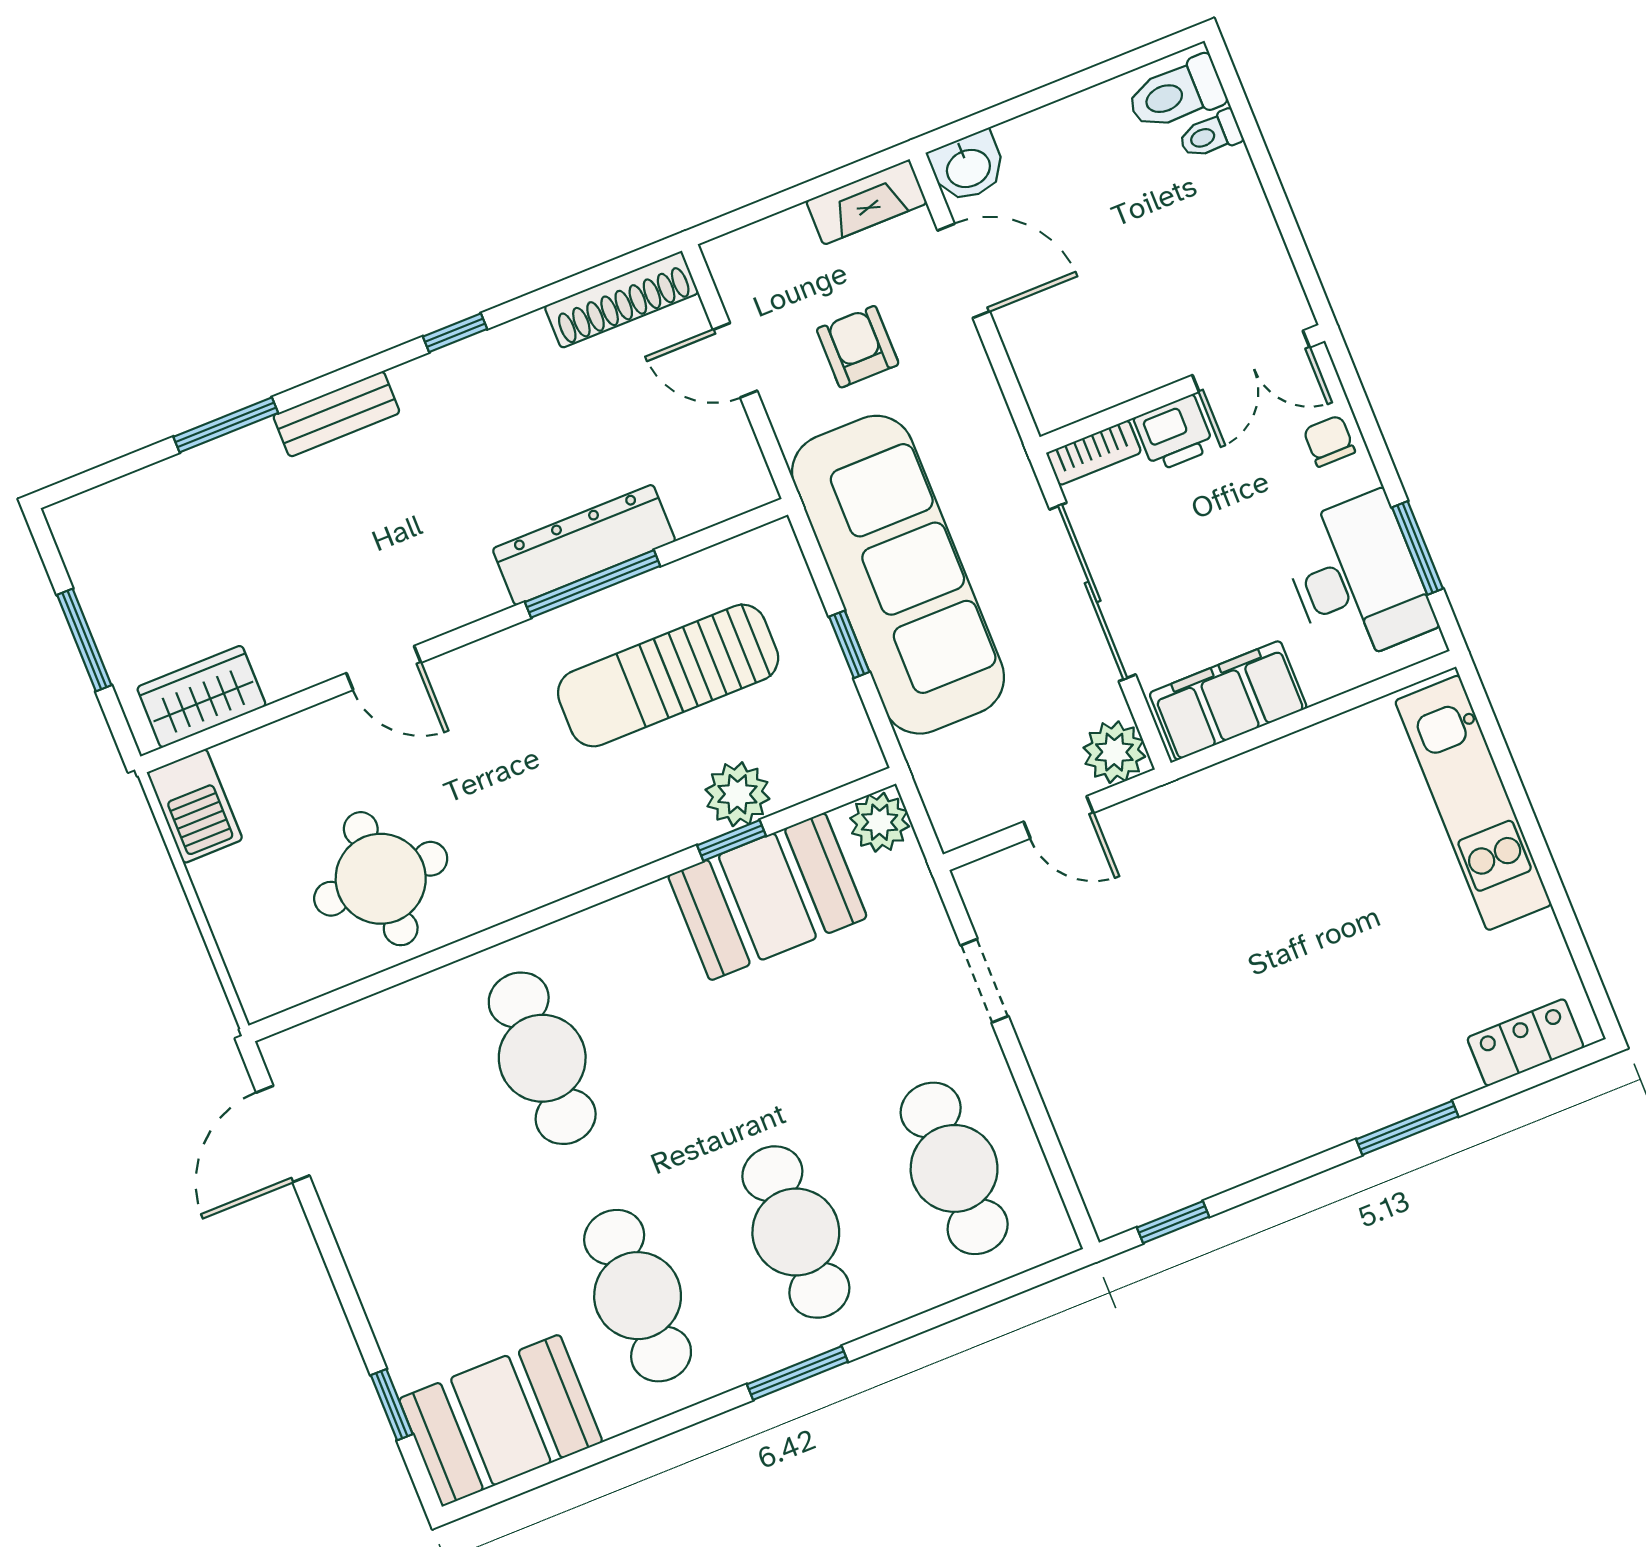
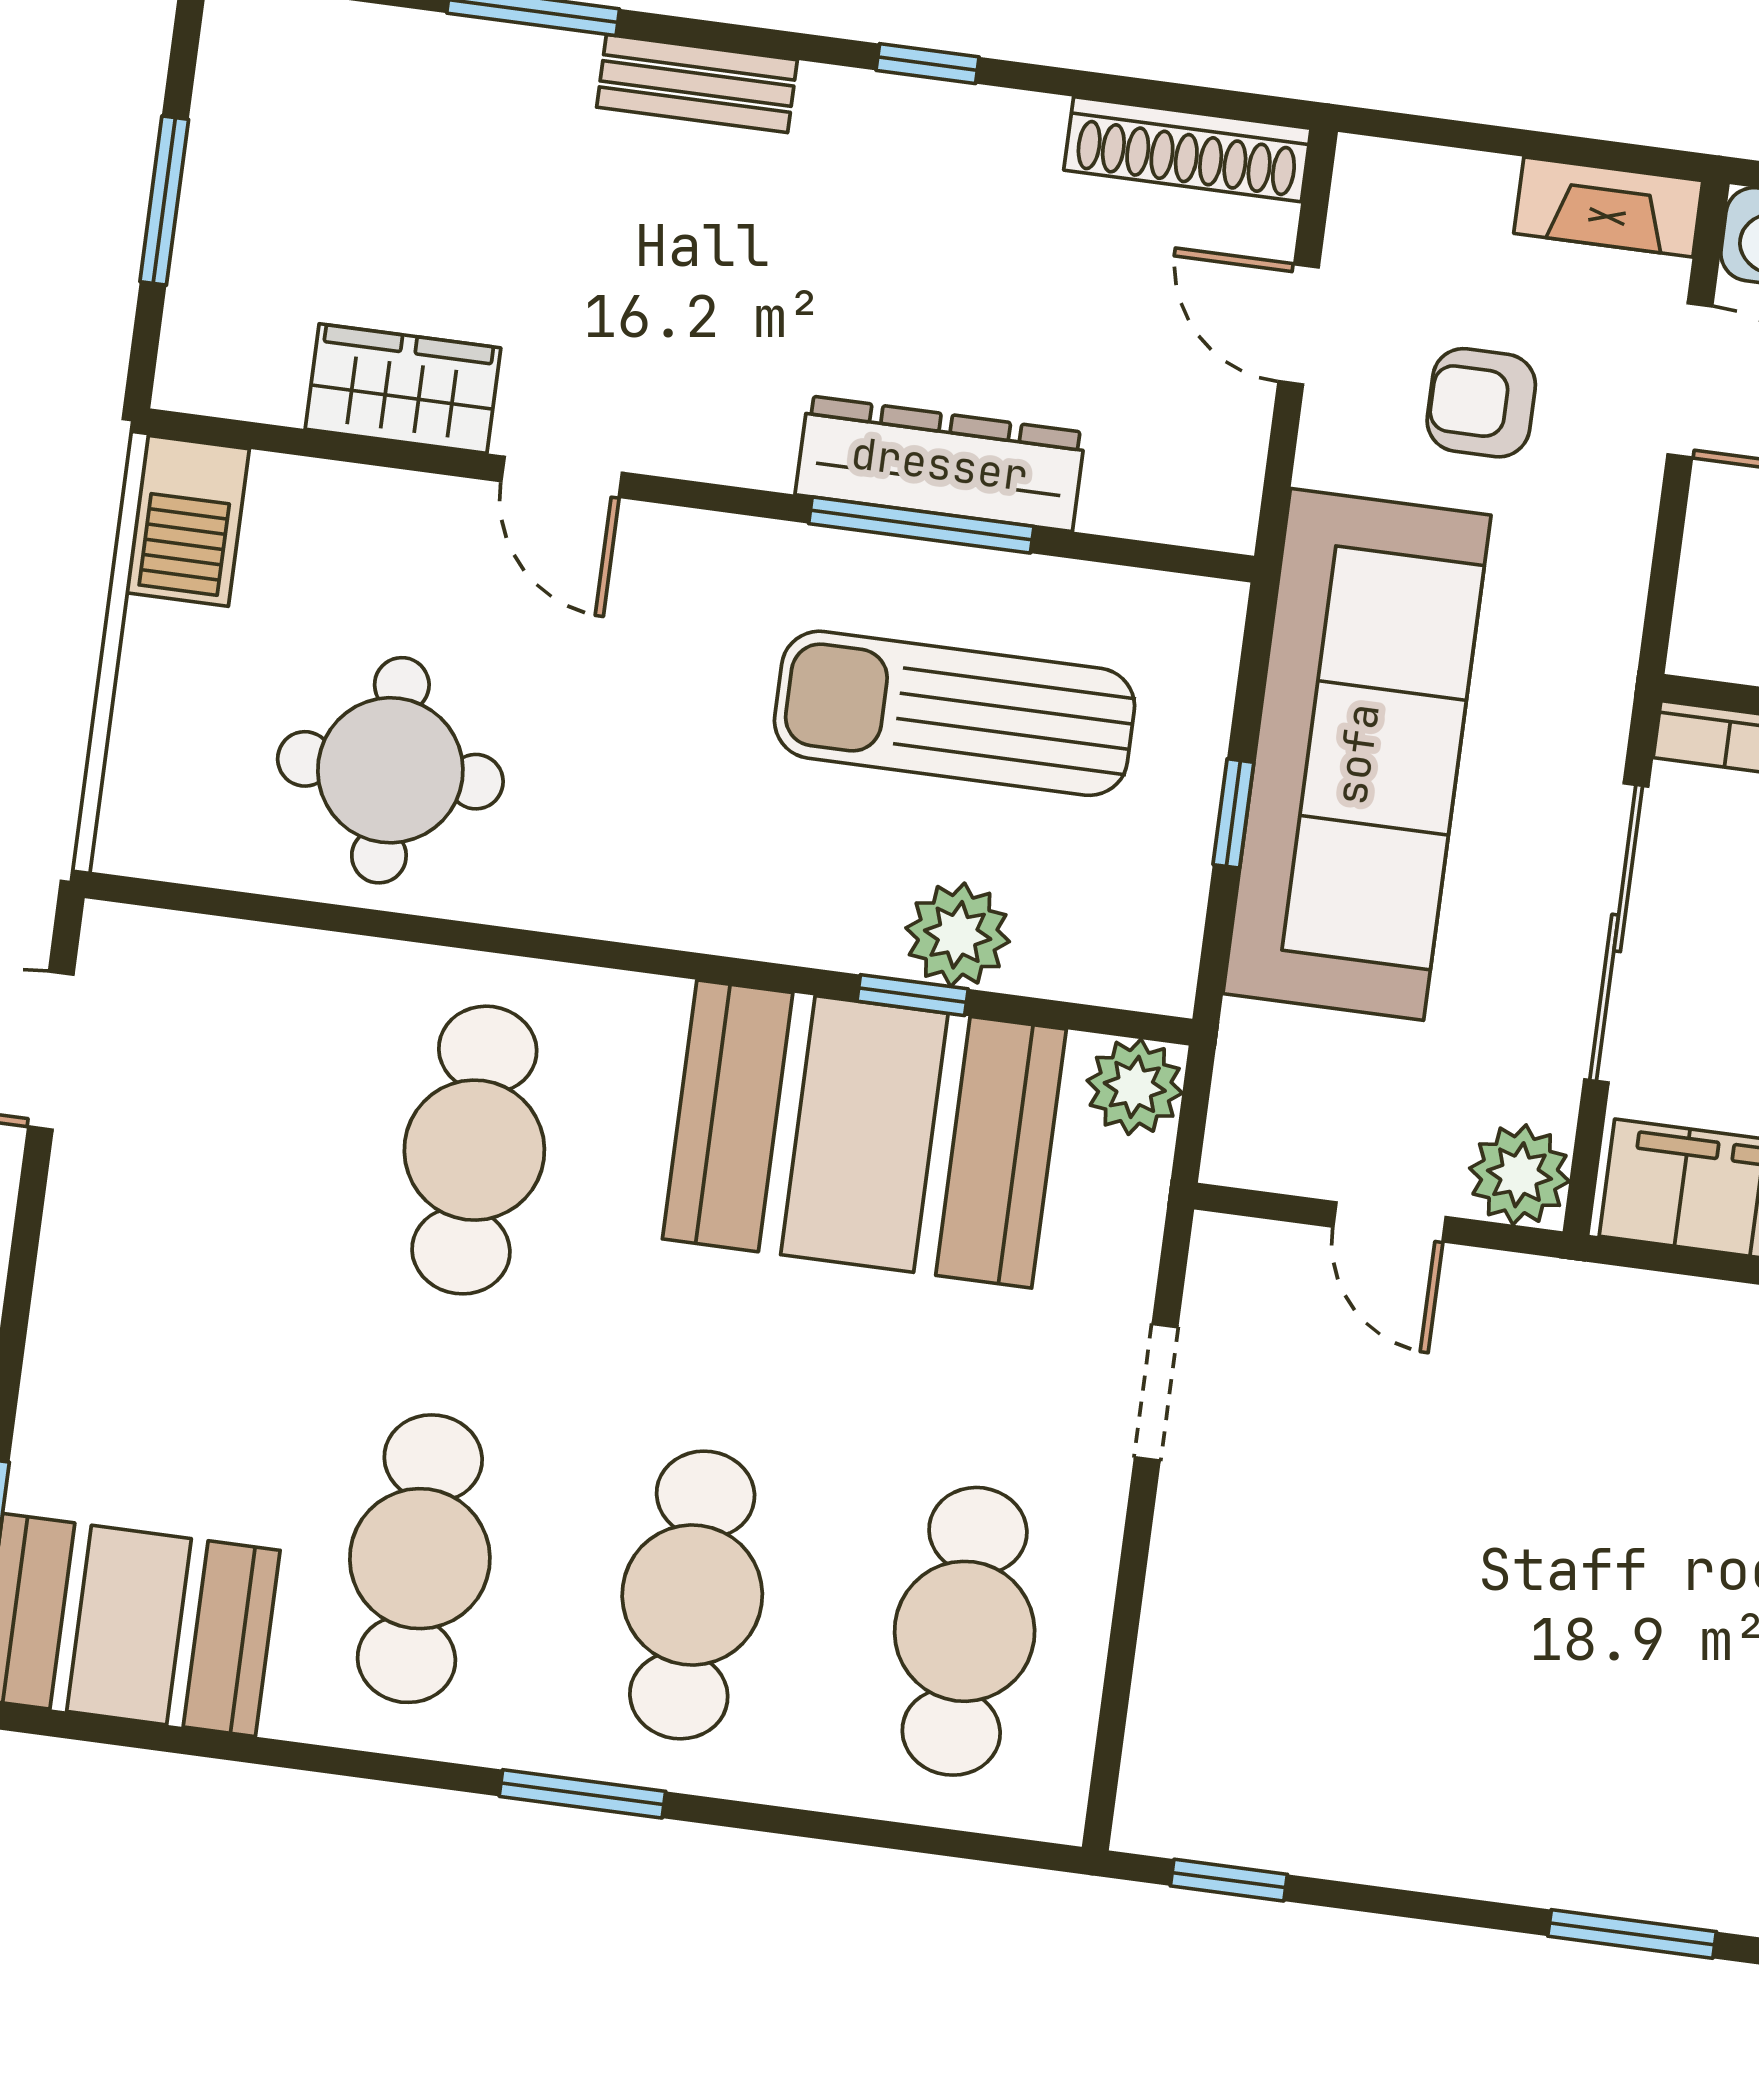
armchair: (858, 347) -> (1481, 403), turned -90
wardrobe: (201, 697) -> (403, 389), moved
booth: (767, 897) -> (864, 1134), width x1.36, depth x1.42

